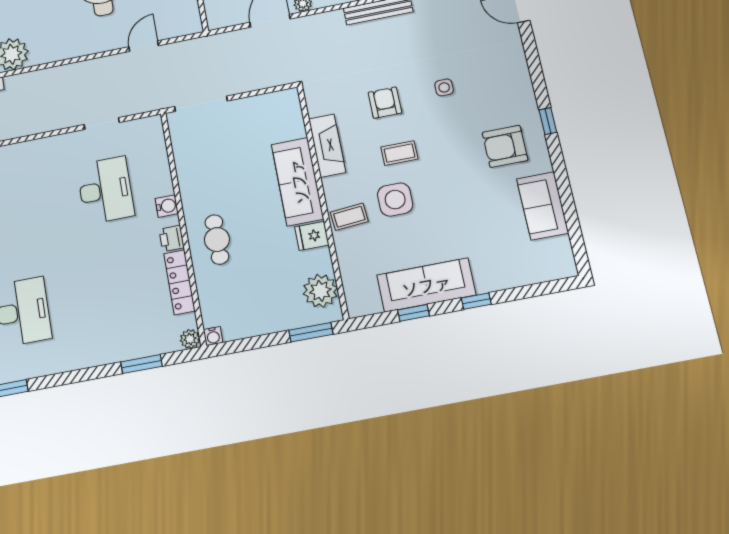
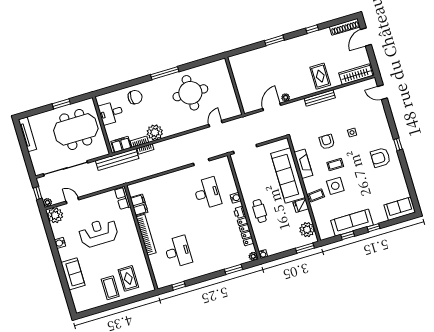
sofa: (298, 182) -> (288, 175), width x1.36, depth x1.27
sofa: (543, 206) -> (400, 209), moved, turned 90

